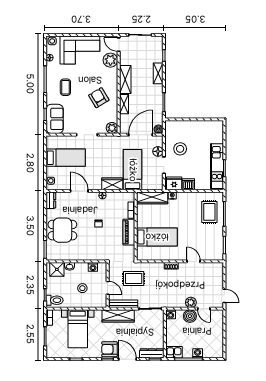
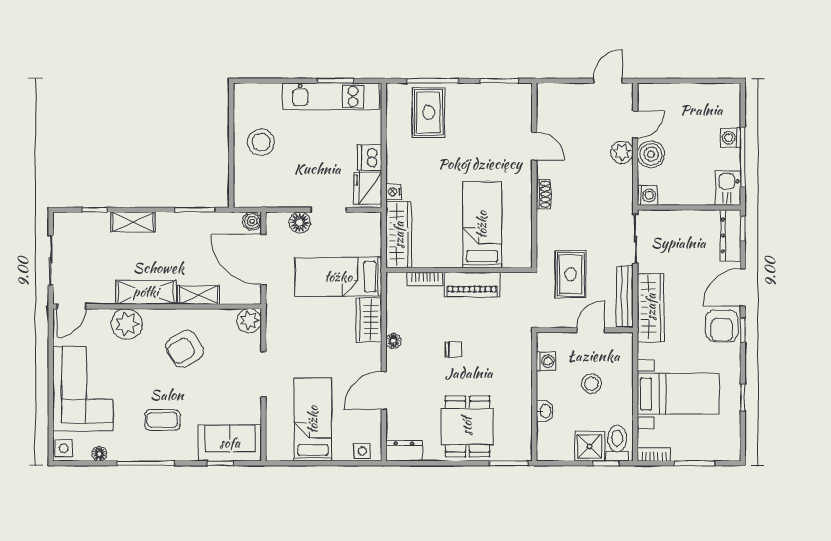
plant: (110, 60) -> (127, 324), moved
stool: (180, 149) -> (261, 142), moved
rug: (209, 212) -> (429, 113), turned 90
door: (194, 261) -> (534, 146), swing flipped
shower: (57, 269) -> (590, 446), moved

